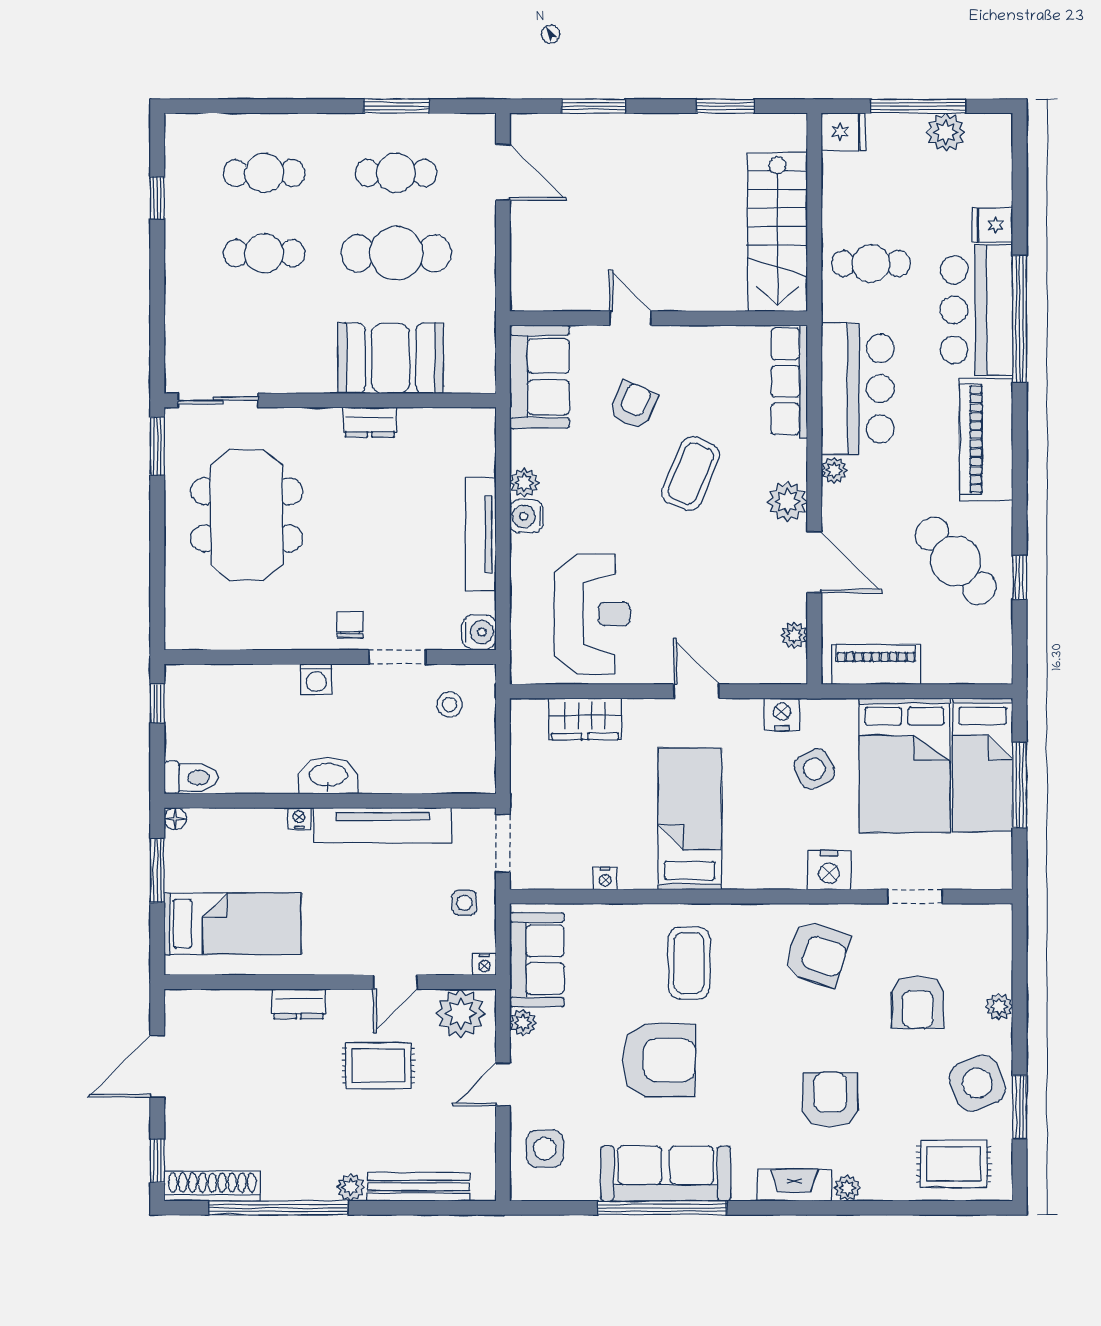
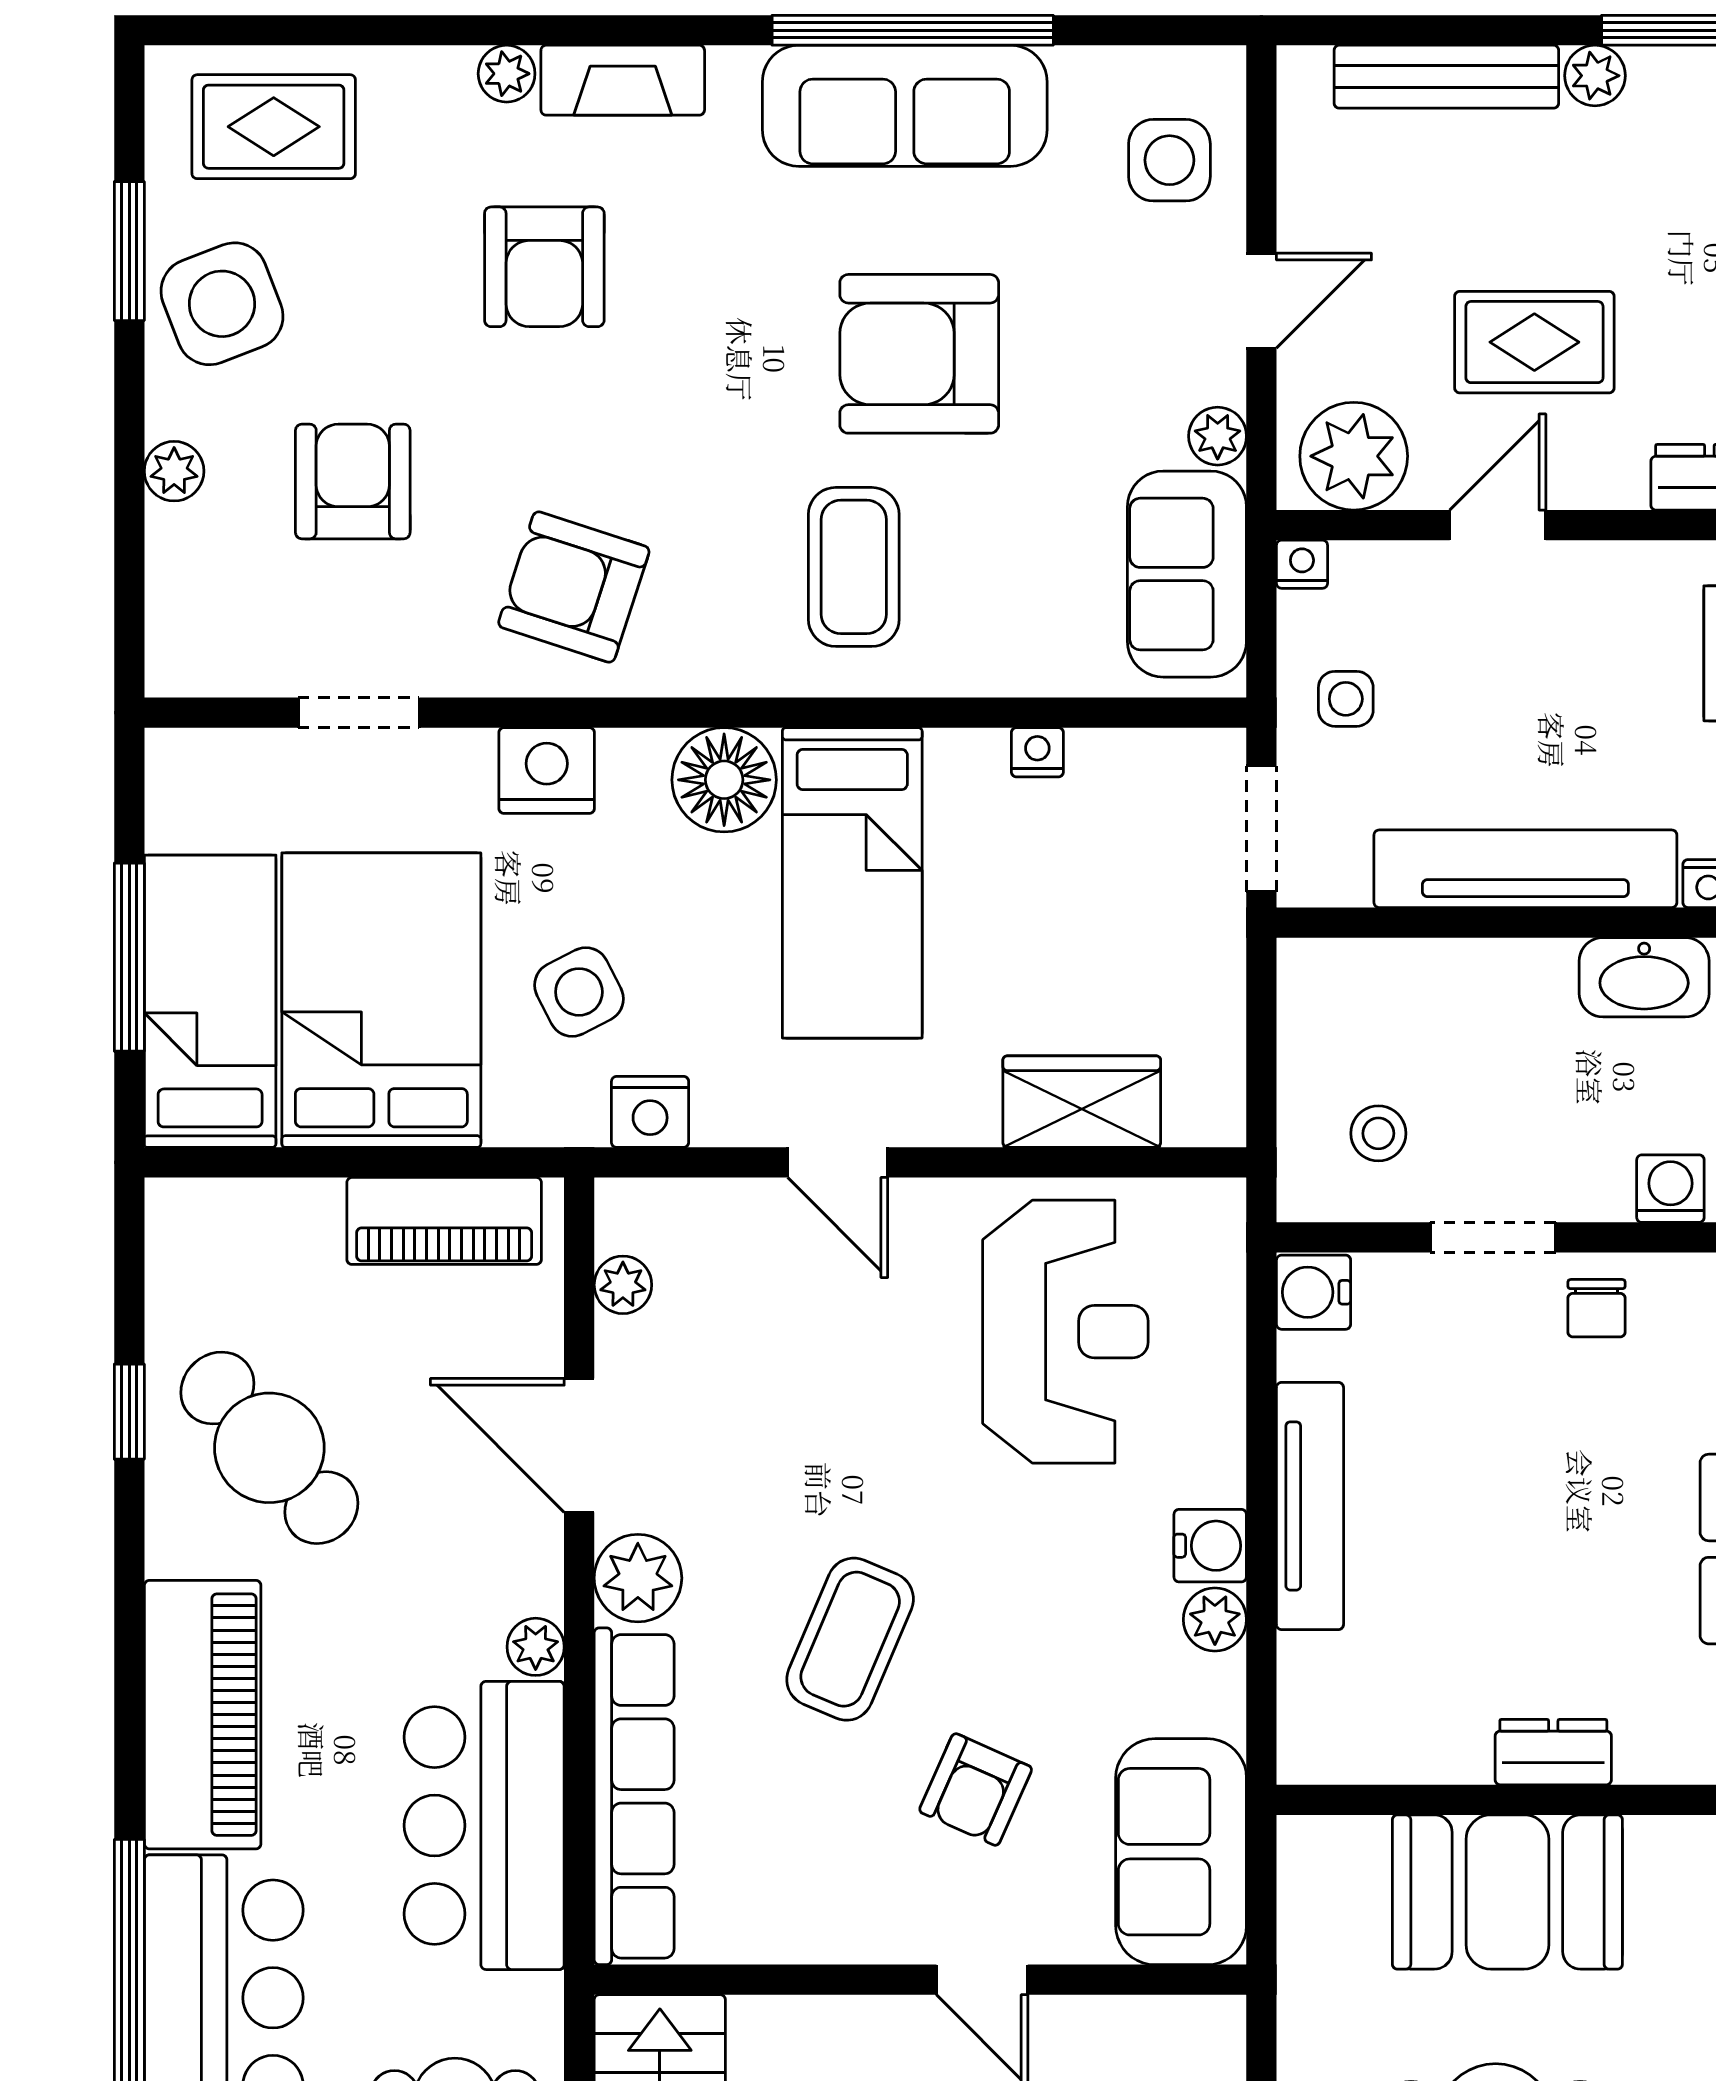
row of seats: (789, 381) -> (634, 1796), width x1.36
reception desk: (592, 614) -> (1065, 1332), turned 180
floor lamp: (748, 866) -> (724, 780), added

